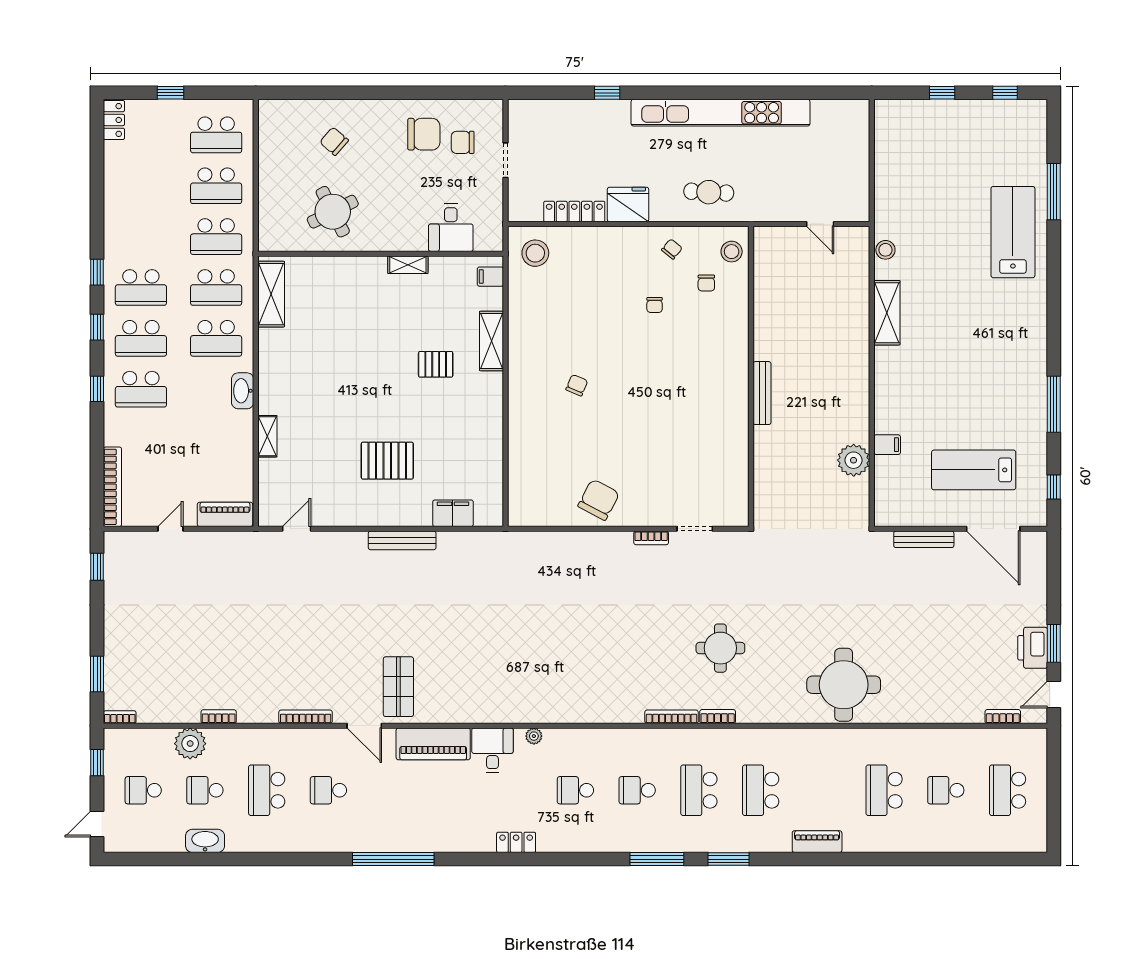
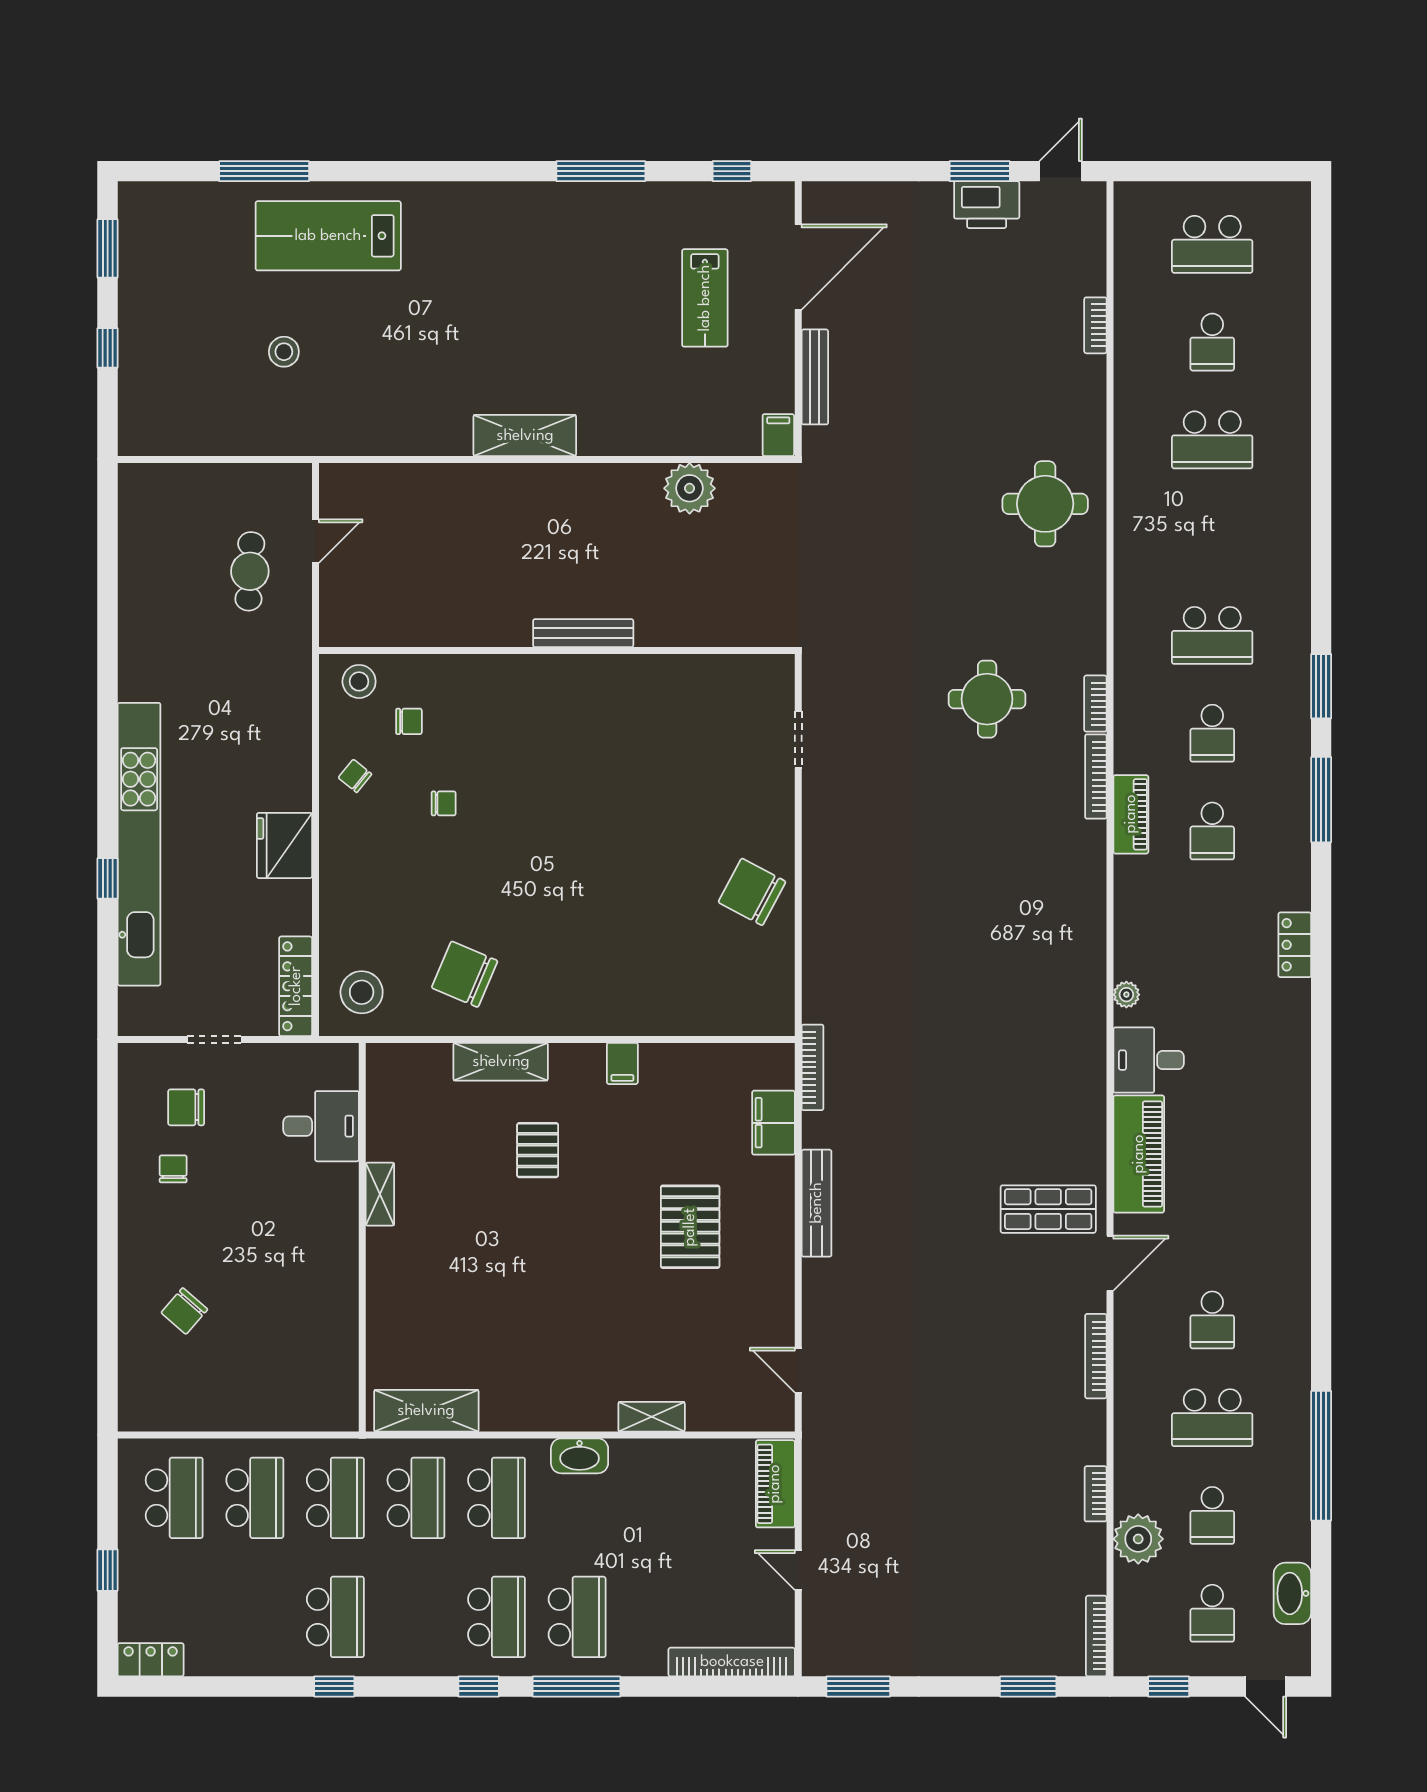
window: (1005, 93) -> (108, 248), width x1.50
kitchen unit: (721, 113) -> (139, 844), moved
chair: (424, 134) -> (173, 1169), width x0.54, depth x0.54
chair: (463, 142) -> (186, 1107), turned 90
cafe table: (709, 192) -> (250, 571), moved
round table: (333, 212) -> (296, 1313), removed
locker: (574, 212) -> (296, 986), moved
stool: (885, 250) -> (284, 352), moved
window: (97, 272) -> (334, 1686), moved
filing cabinet: (490, 277) -> (622, 1063), moved
school desk: (141, 287) -> (335, 1617), moved
shelving: (887, 313) -> (525, 436), moved
chair: (577, 385) -> (465, 974), moved, width x1.87, depth x1.87
window: (97, 389) -> (576, 1686), width x2.17
filing cabinet: (887, 445) -> (778, 435), moved
lab bench: (974, 470) -> (705, 298), width x0.73, depth x0.72
bookcase: (651, 538) -> (812, 1067), moved, width x1.56
window: (97, 567) -> (858, 1686), width x1.50
round table: (844, 685) -> (1045, 504), width x0.73, depth x0.73
door: (1054, 695) -> (1061, 171), swing flipped
bookcase: (120, 717) -> (1096, 1636), width x1.56
bookcase: (1003, 717) -> (1095, 325), moved
school desk: (575, 790) -> (1212, 929), removed
school desk: (699, 790) -> (1212, 733), width x0.54
washbasin: (205, 841) -> (1292, 1593), moved
locker: (516, 842) -> (1295, 945), moved
piano: (817, 842) -> (1131, 814), moved, turned 180
window: (393, 859) -> (1321, 1456), moved

